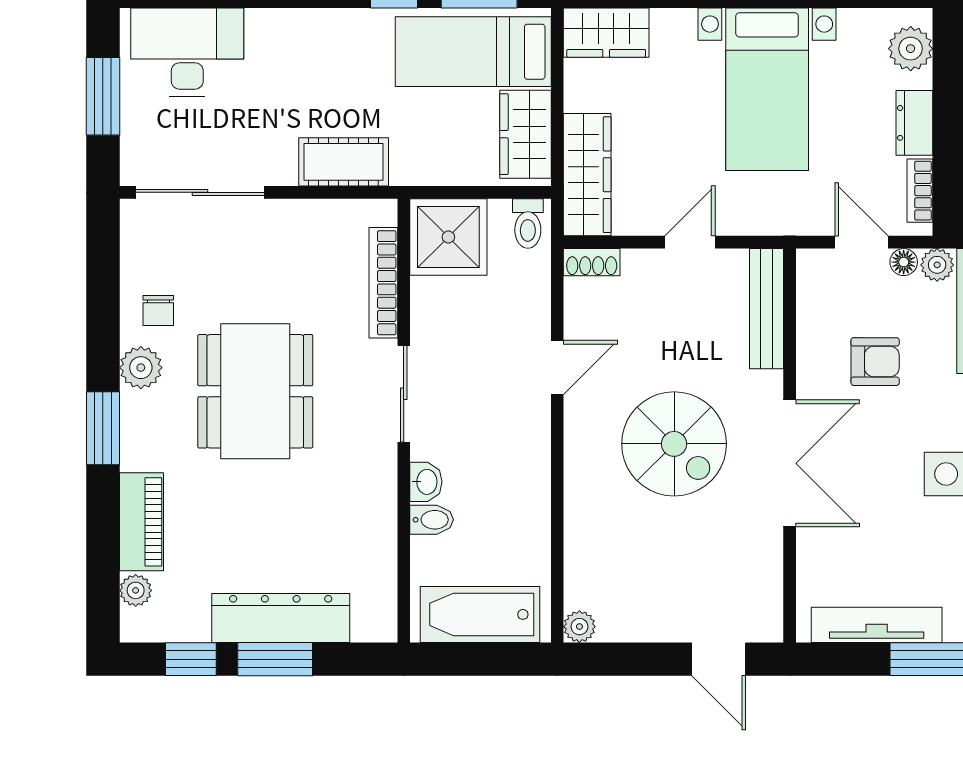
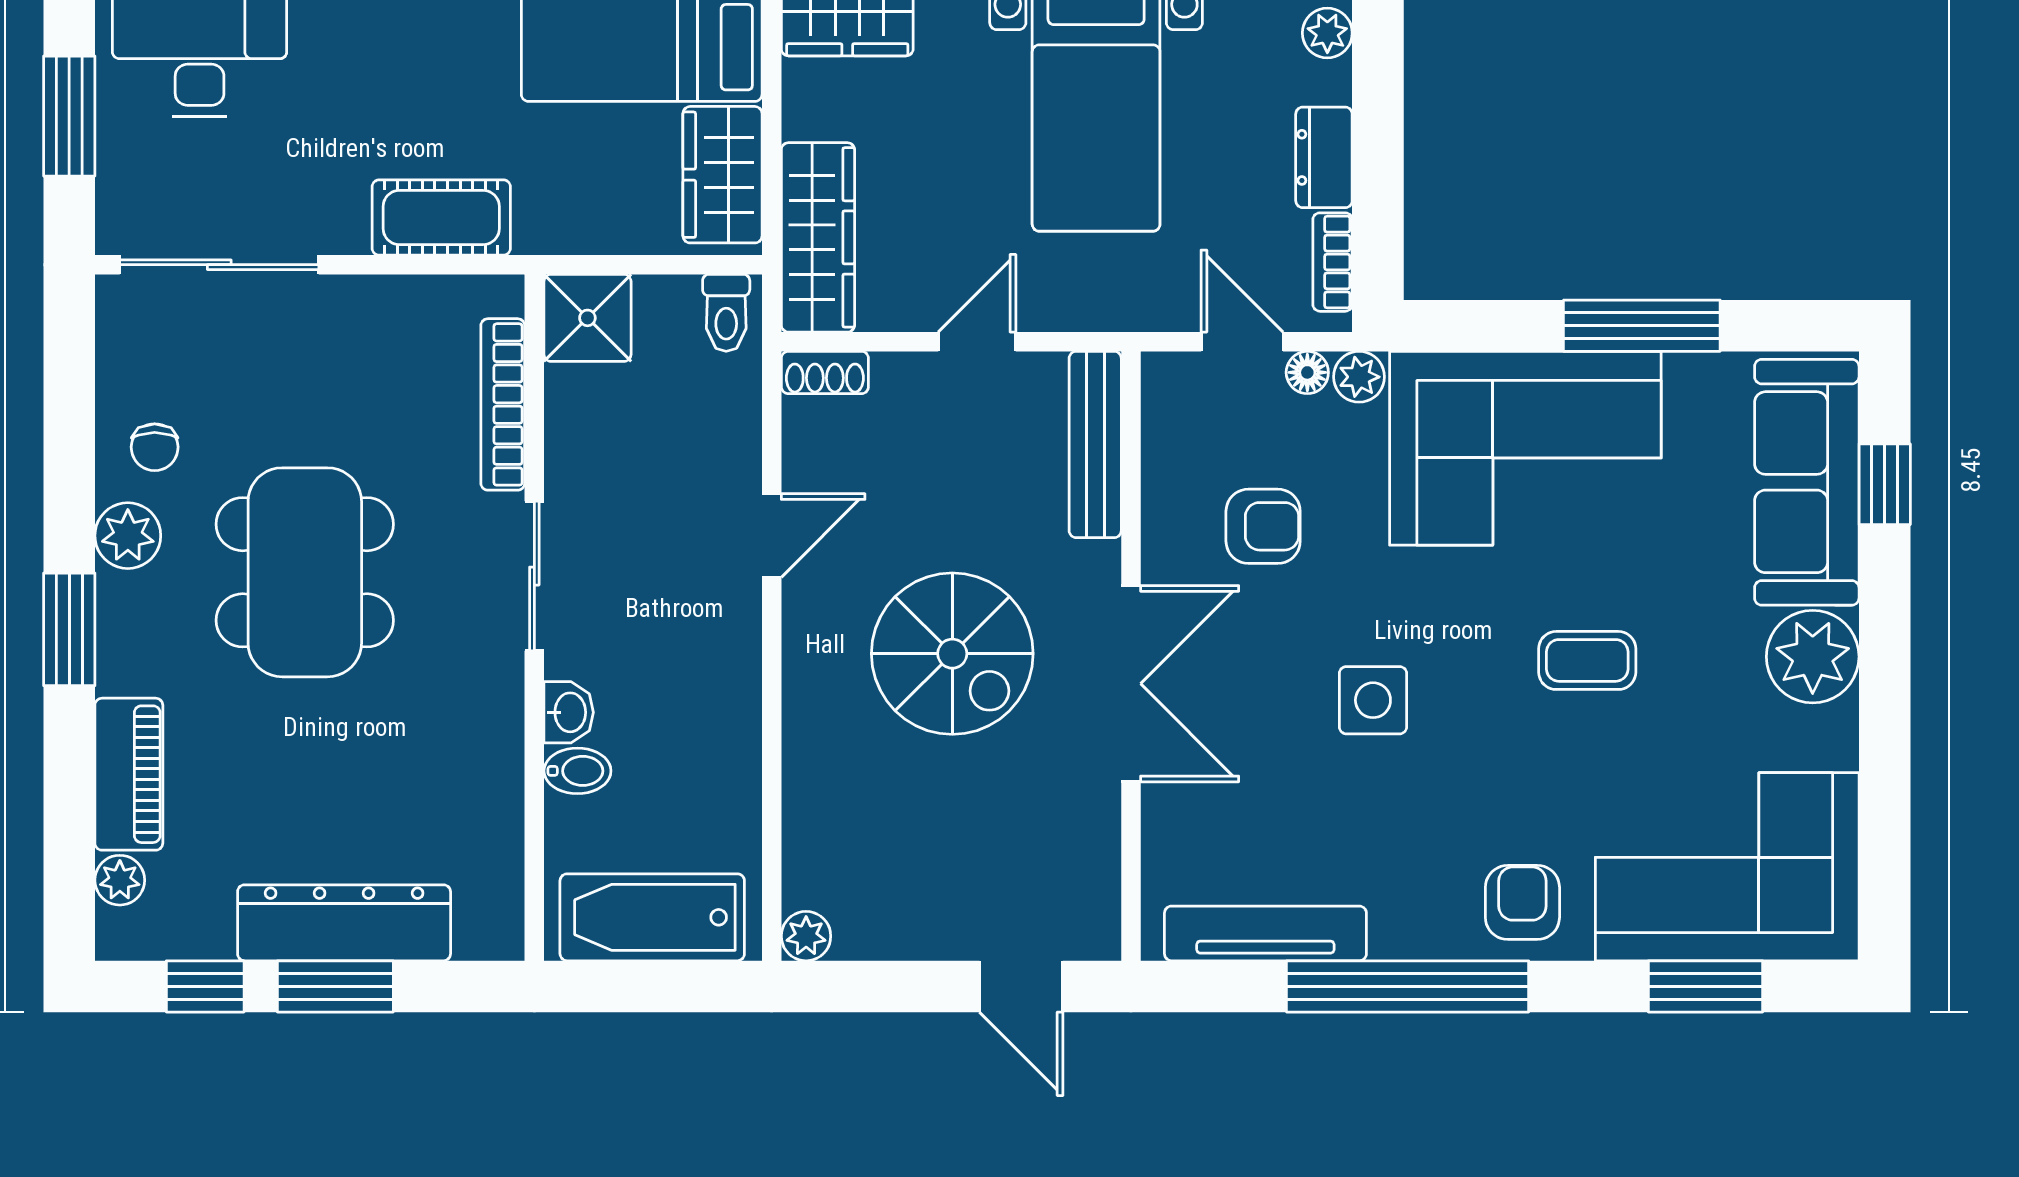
plant: (911, 49) -> (1327, 33), width x0.73, depth x0.73
shower: (448, 237) -> (587, 318), width x0.73, depth x0.73

